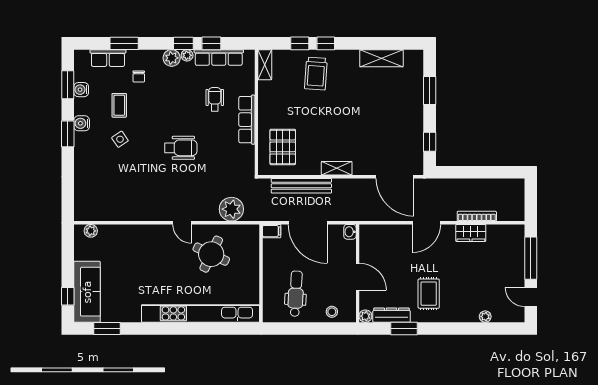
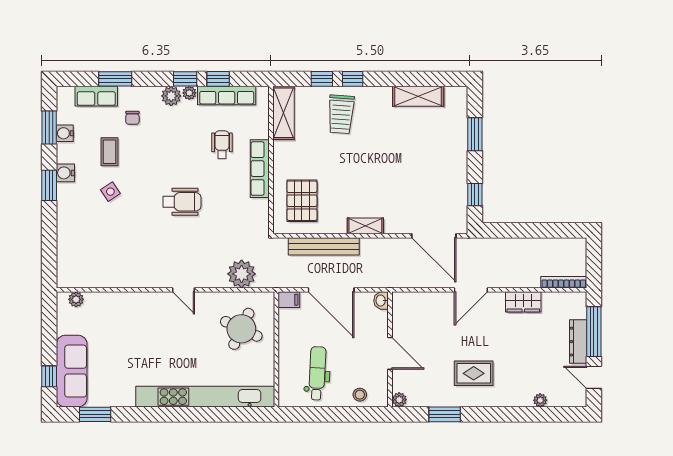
shelving: (265, 65) -> (283, 113), width x1.50, depth x1.33
bookcase: (477, 216) -> (564, 282), moved
round table: (211, 254) -> (241, 329), moved
rug: (429, 294) -> (474, 373), turned 90
dresser: (391, 315) -> (578, 342), moved, turned -90

